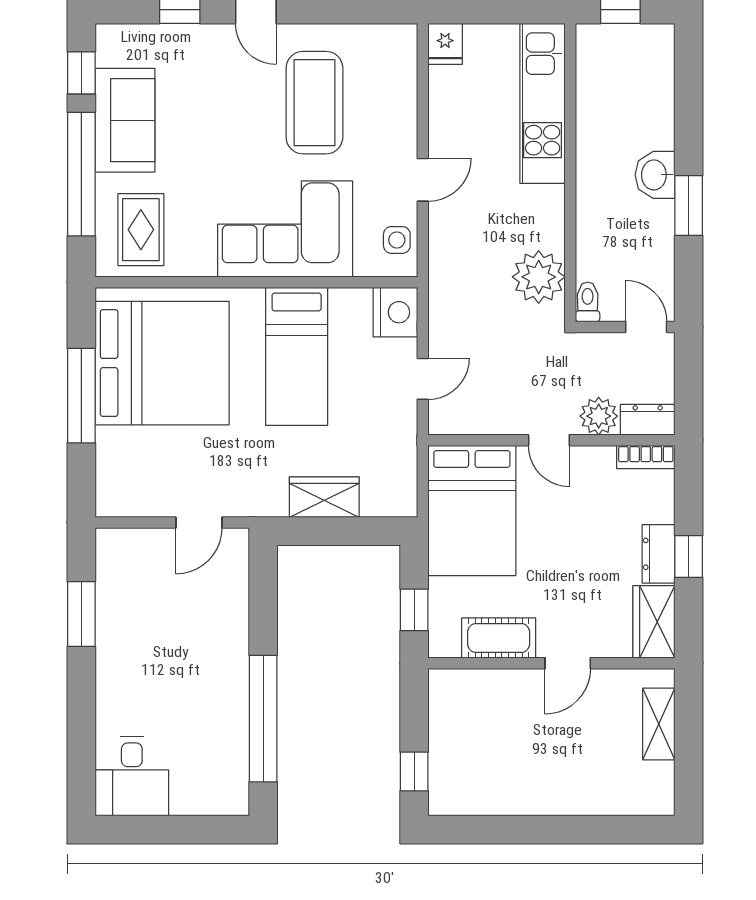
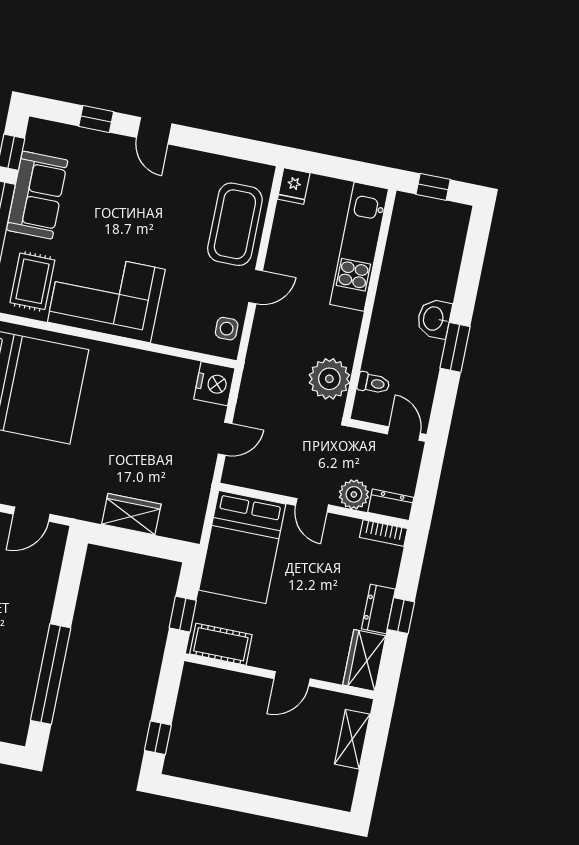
coffee table: (314, 103) -> (235, 224), moved
corner sofa: (285, 229) -> (106, 296), moved
toilet: (588, 302) -> (374, 383), moved, turned 90
bed: (297, 356) -> (132, 402), removed
cot: (499, 638) -> (221, 644), moved

